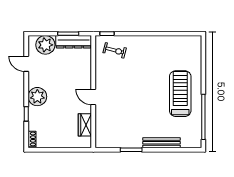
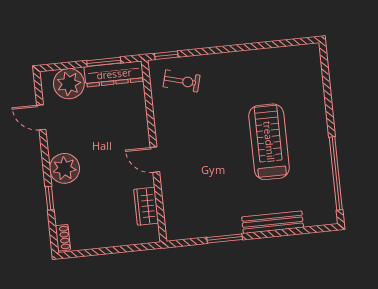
treadmill: (180, 94) -> (269, 142), moved

